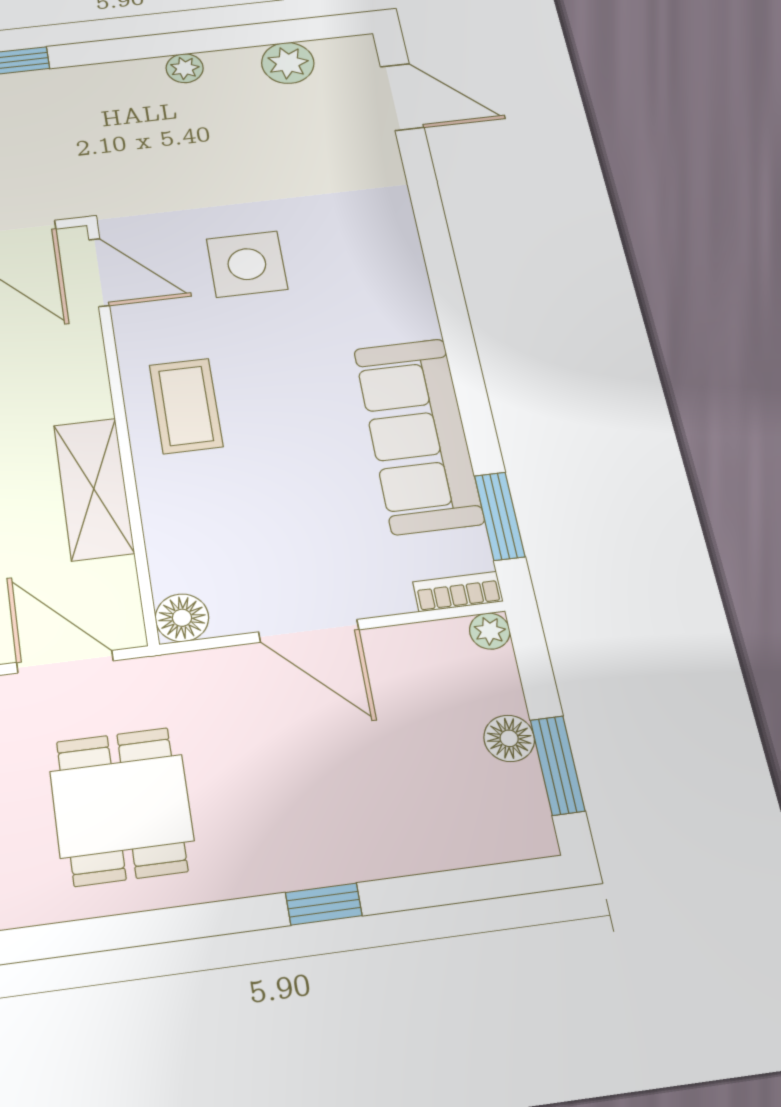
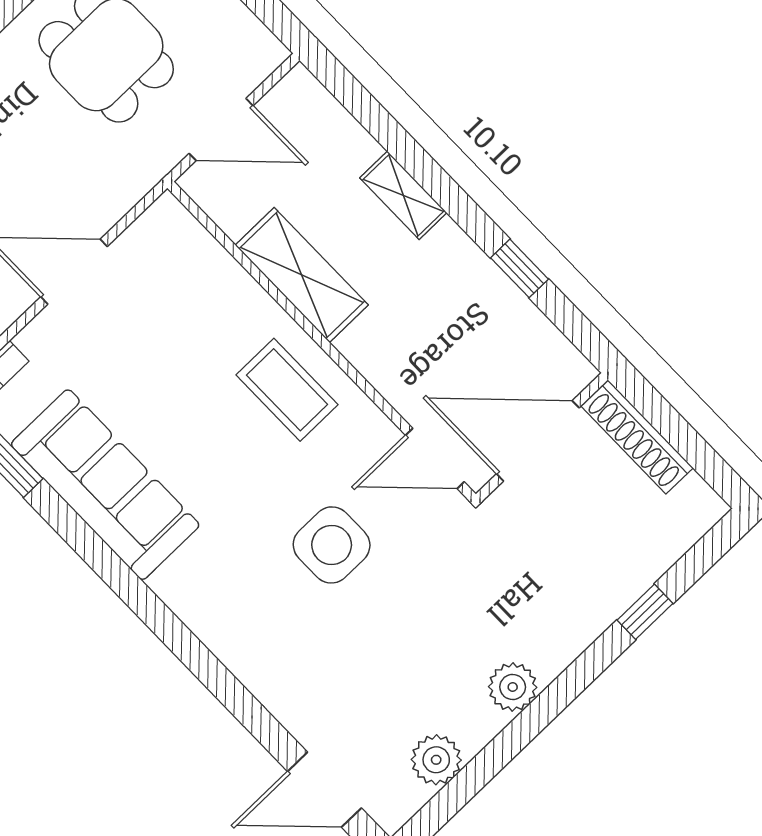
plant: (185, 68) -> (513, 687), width x1.38, depth x1.38
floor lamp: (182, 618) -> (167, 219), removed

